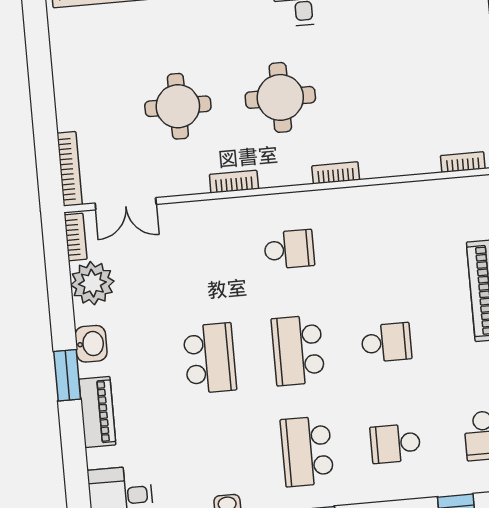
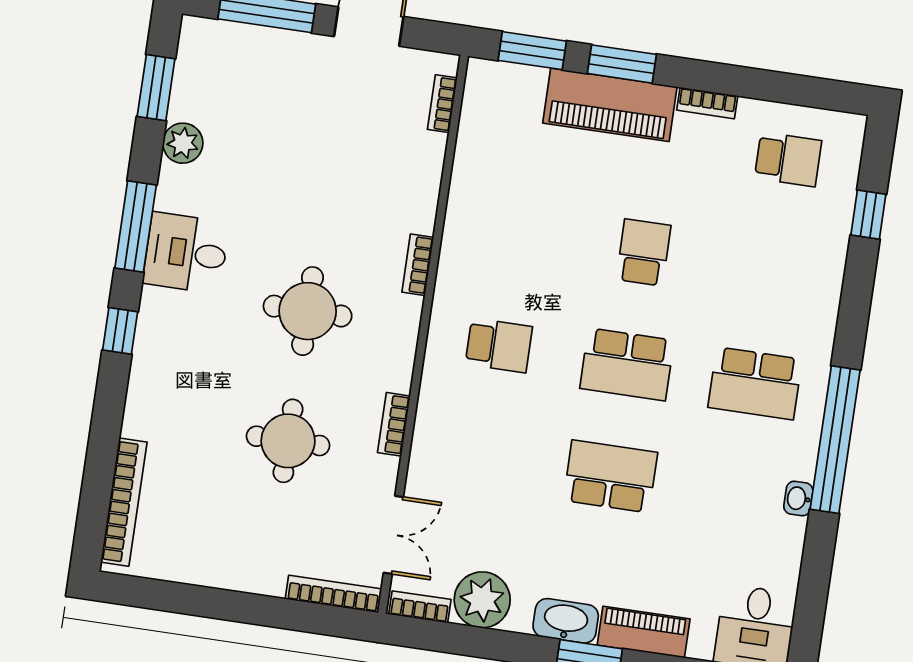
bookcase: (234, 182) -> (394, 424), moved
school desk: (289, 249) -> (499, 345), turned 90
washbasin: (91, 344) -> (566, 621), width x1.38
school desk: (395, 443) -> (772, 271), removed

